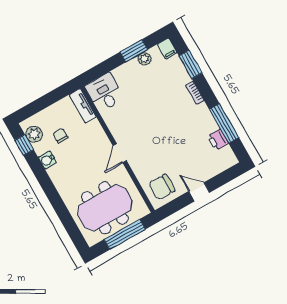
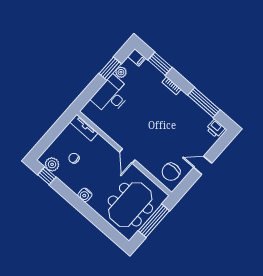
desk: (105, 93) -> (111, 95), moved, width x1.37
printer: (218, 140) -> (216, 128), moved
water cooler: (47, 160) -> (85, 195), moved

